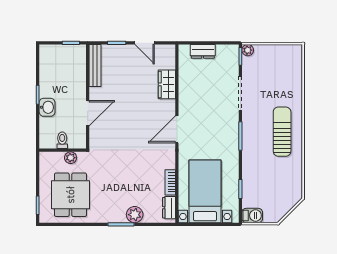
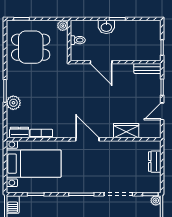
bench: (95, 65) -> (147, 68), width x0.73
plant: (71, 158) -> (63, 26), moved

